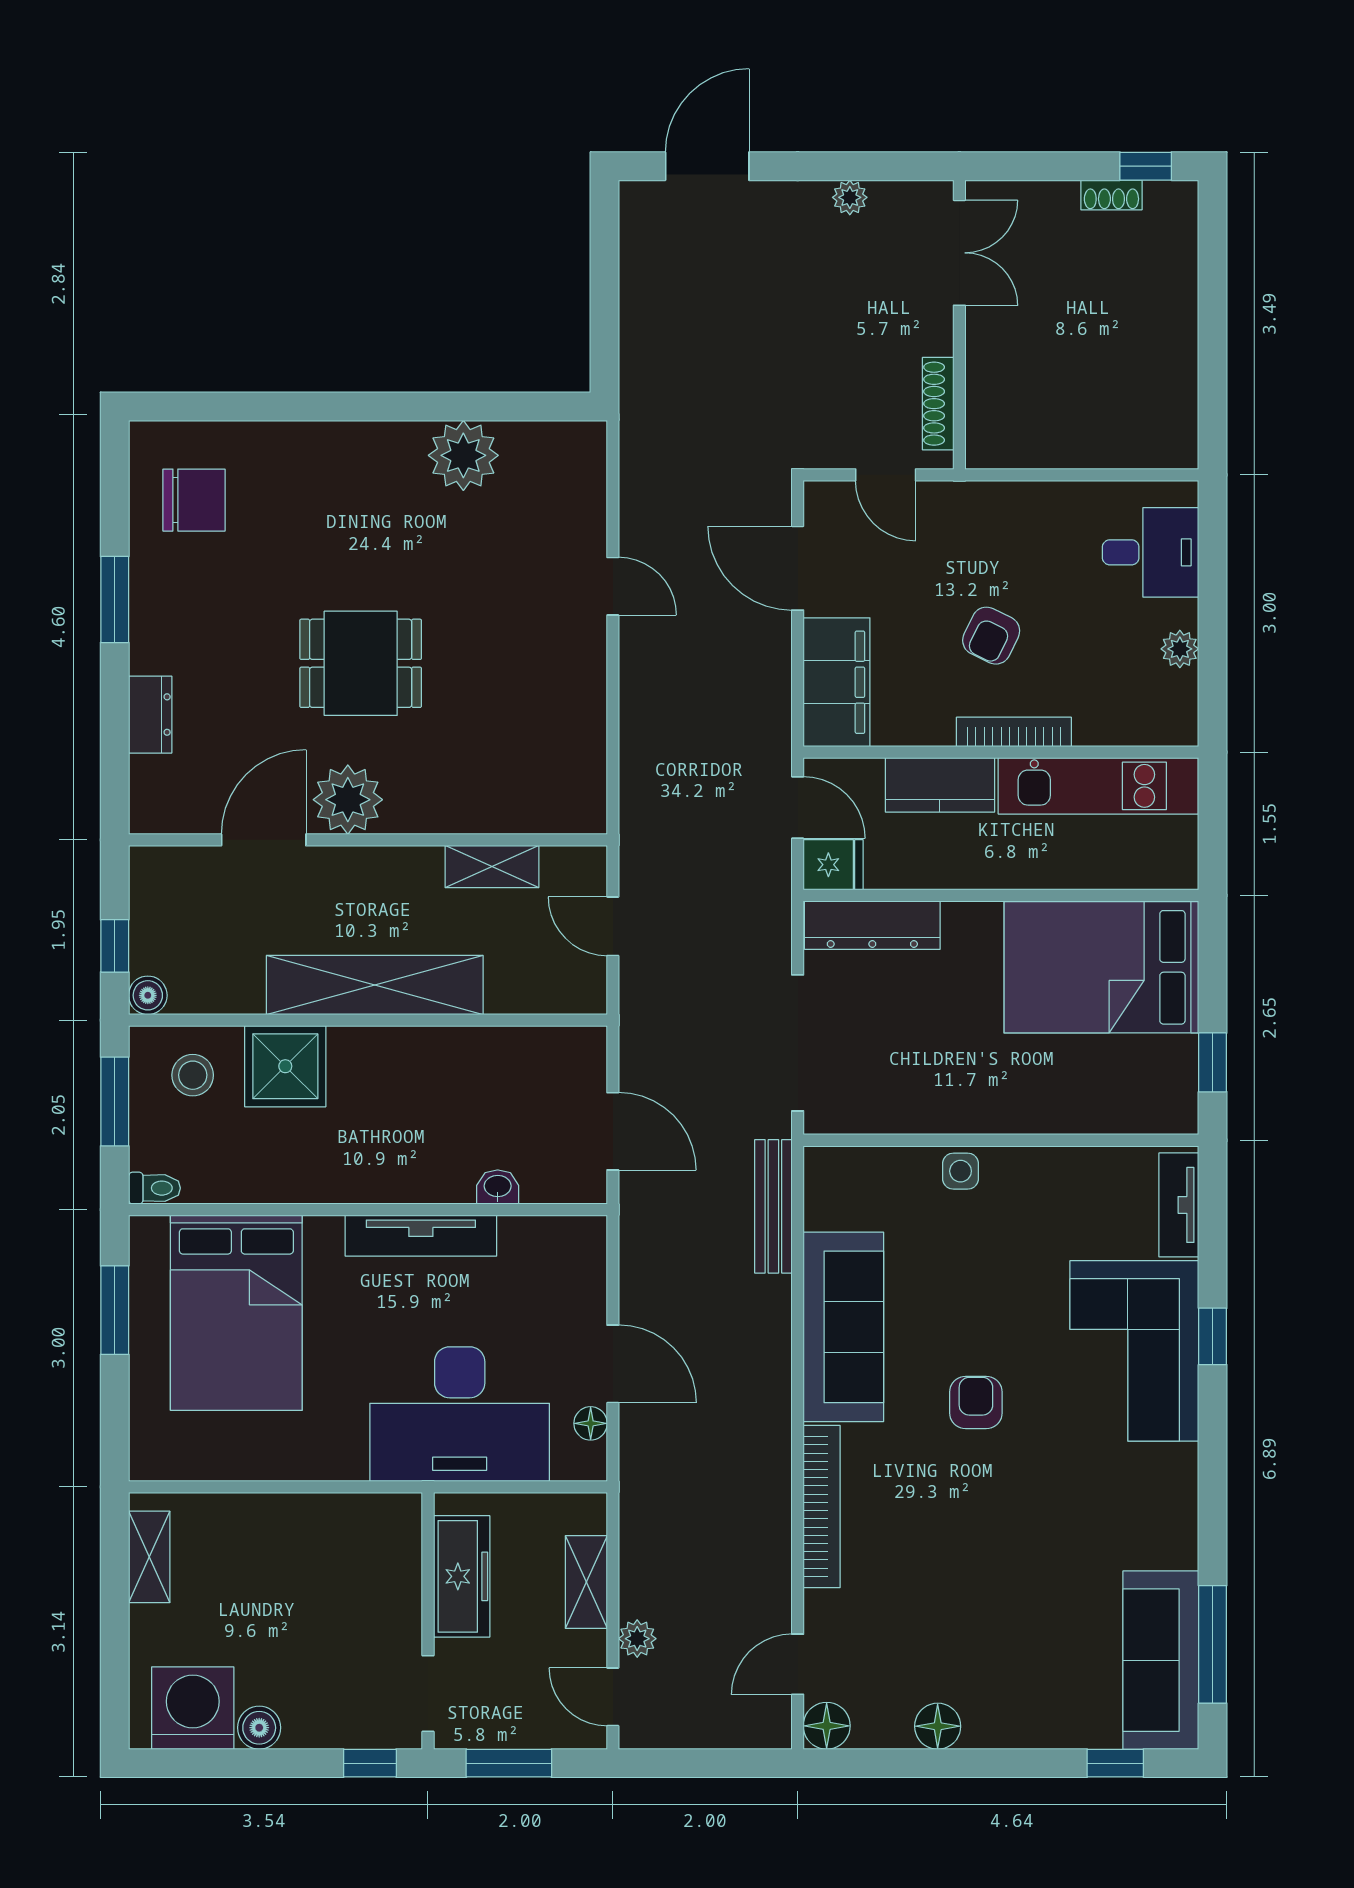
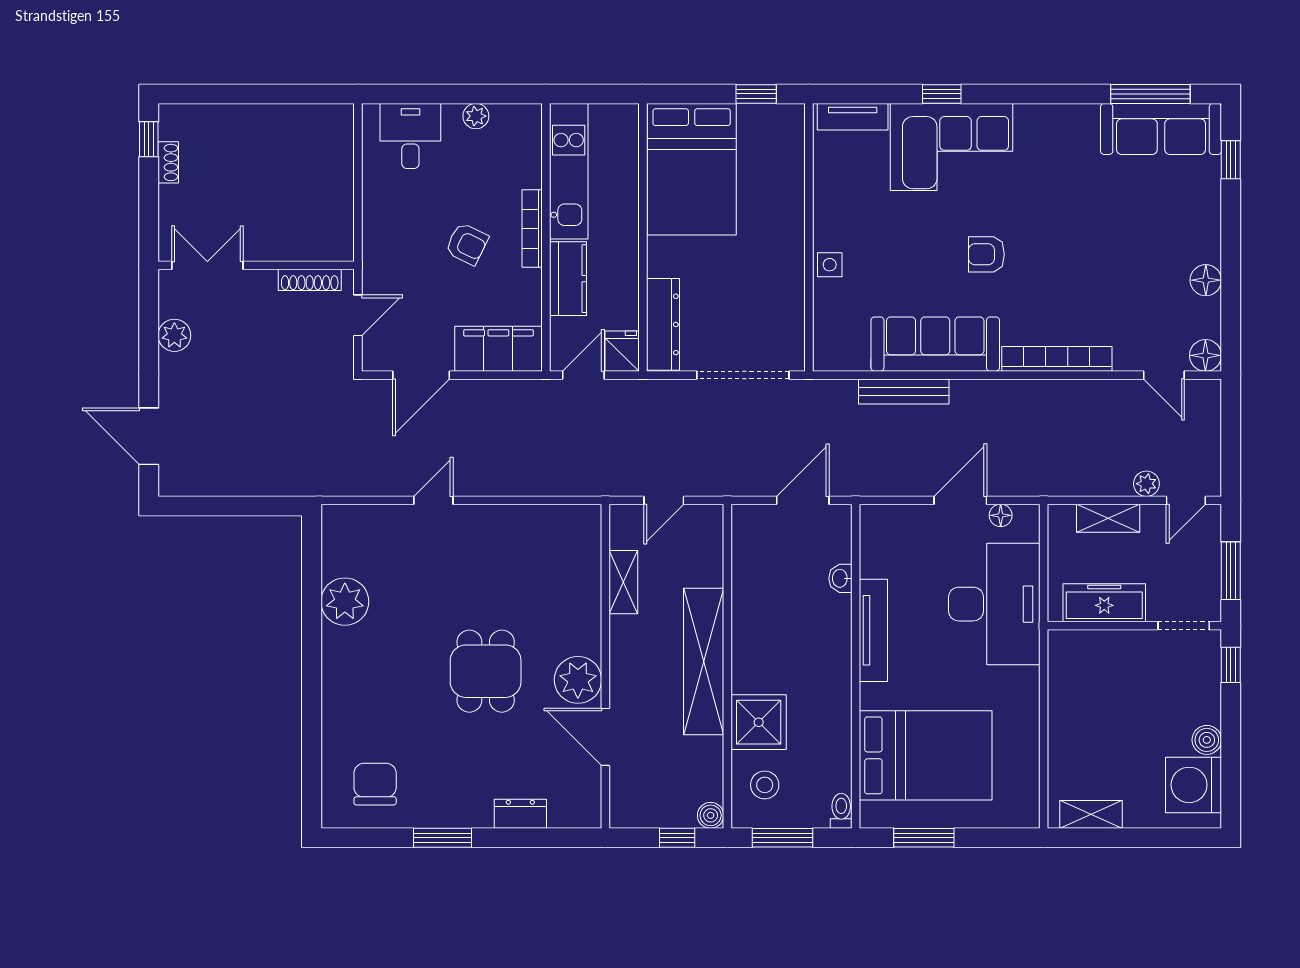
plant: (850, 197) -> (174, 335), width x1.38, depth x1.38
bench: (773, 1206) -> (904, 391), moved

